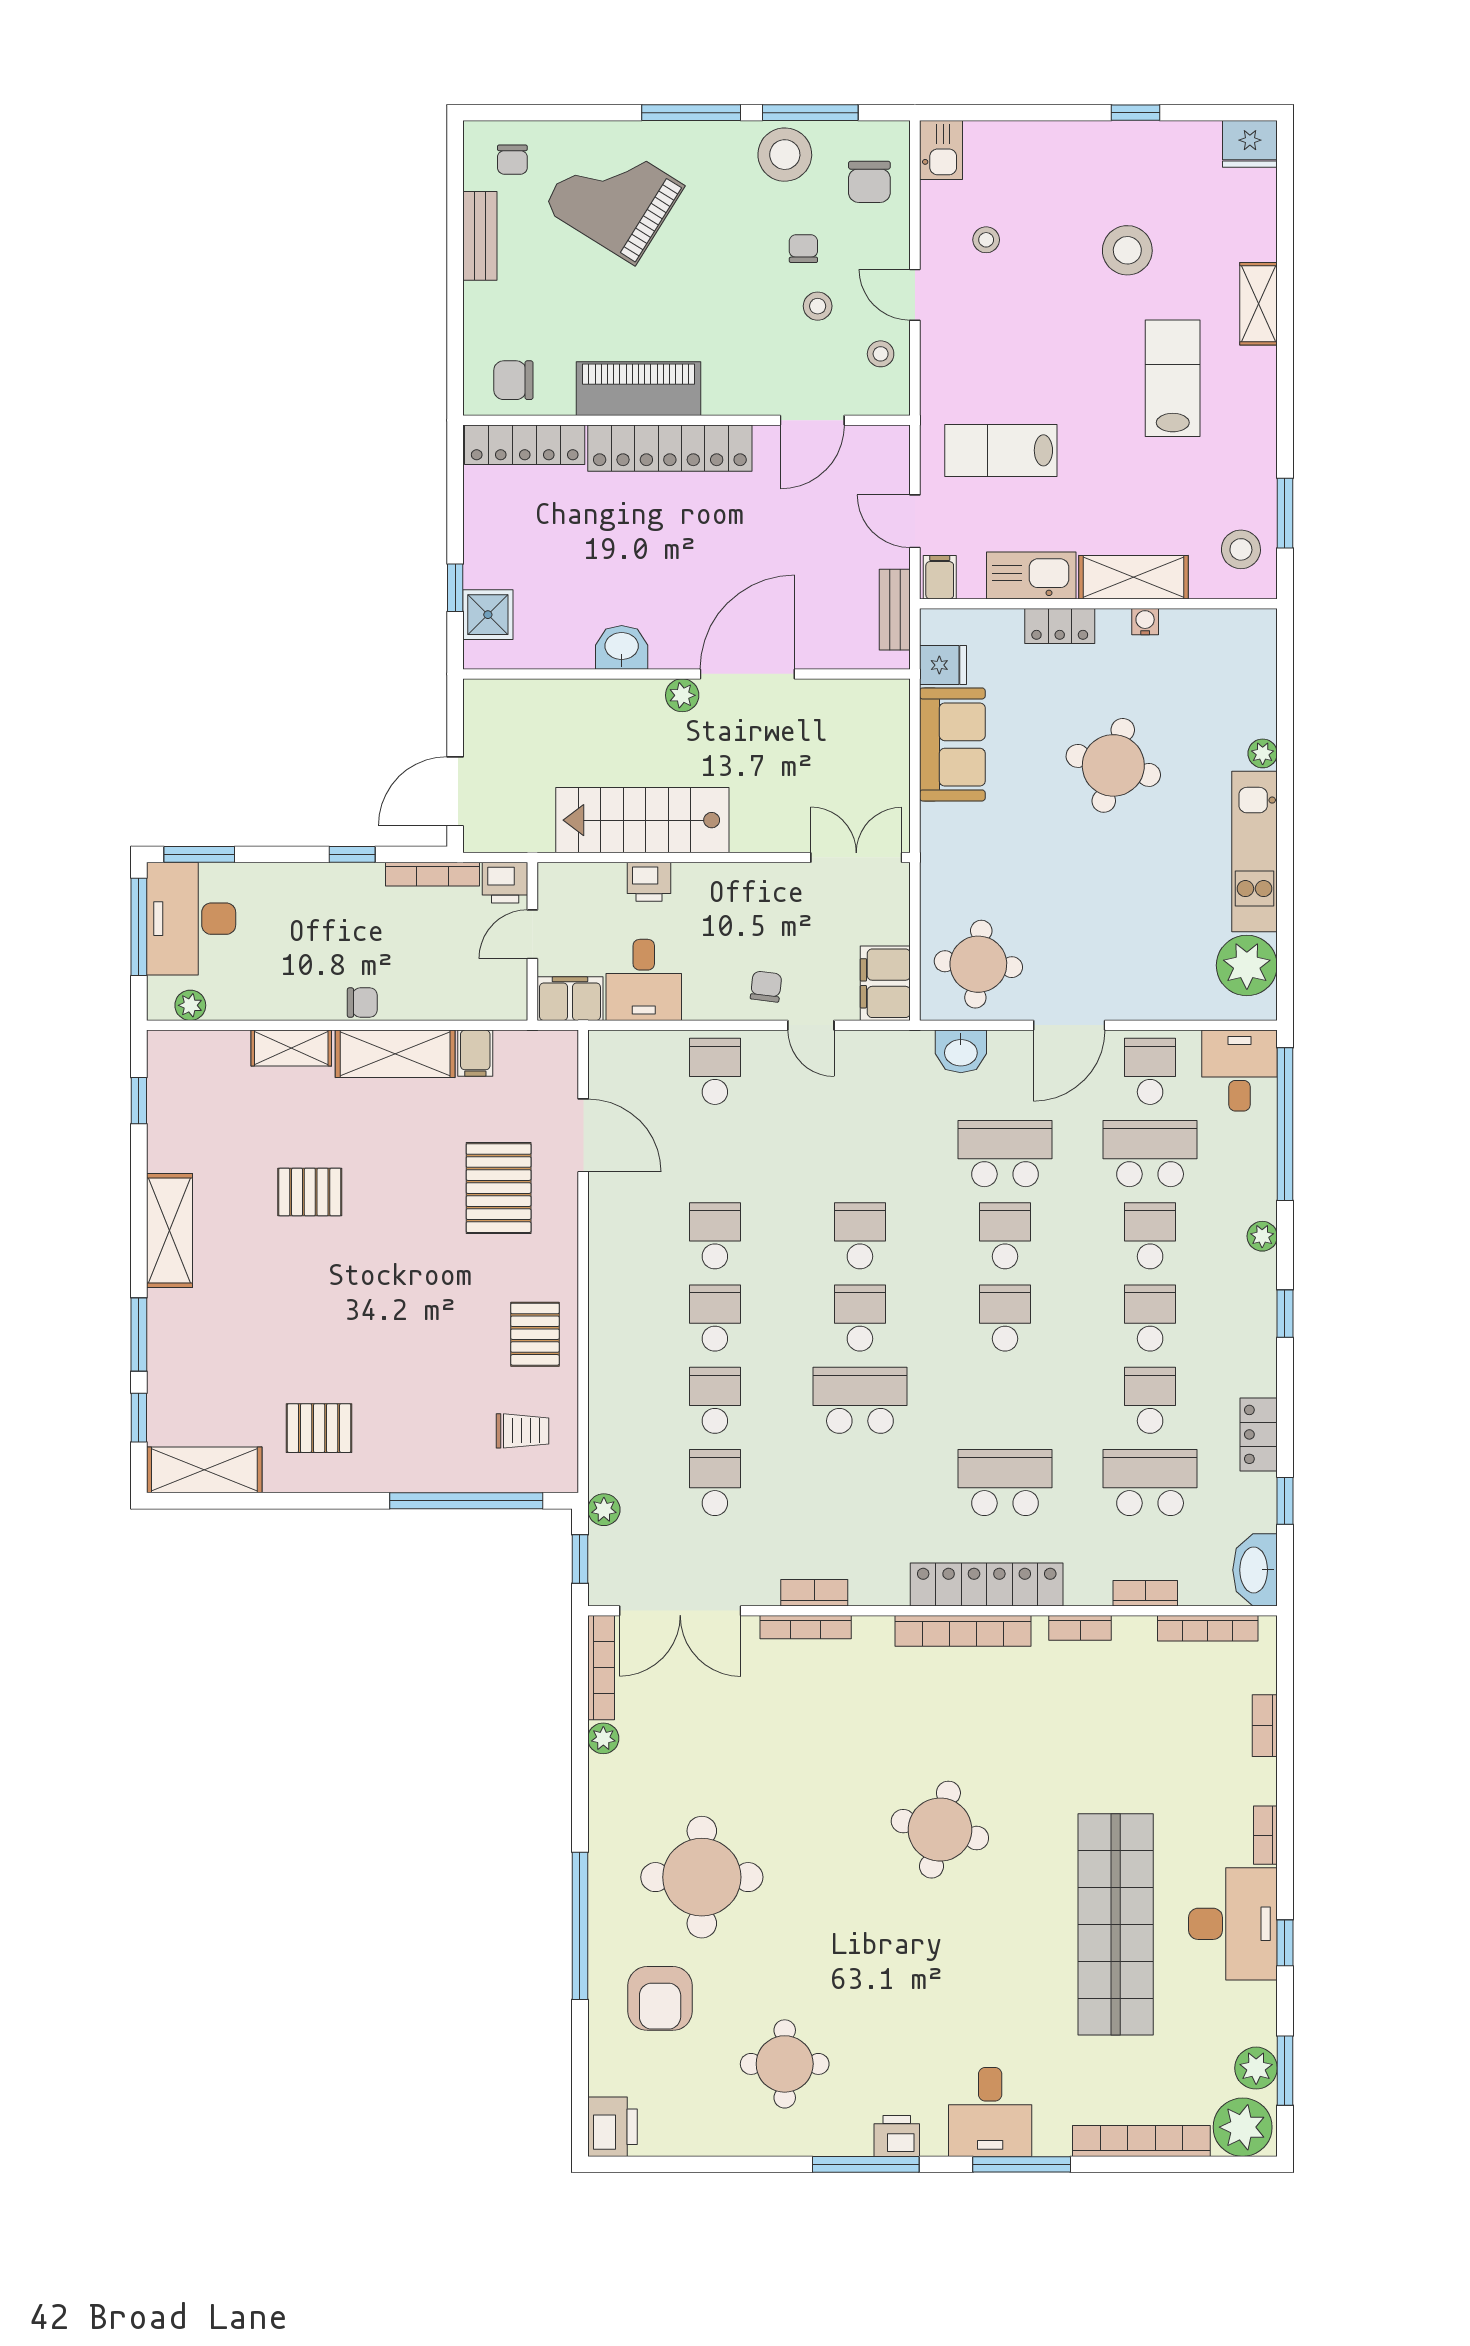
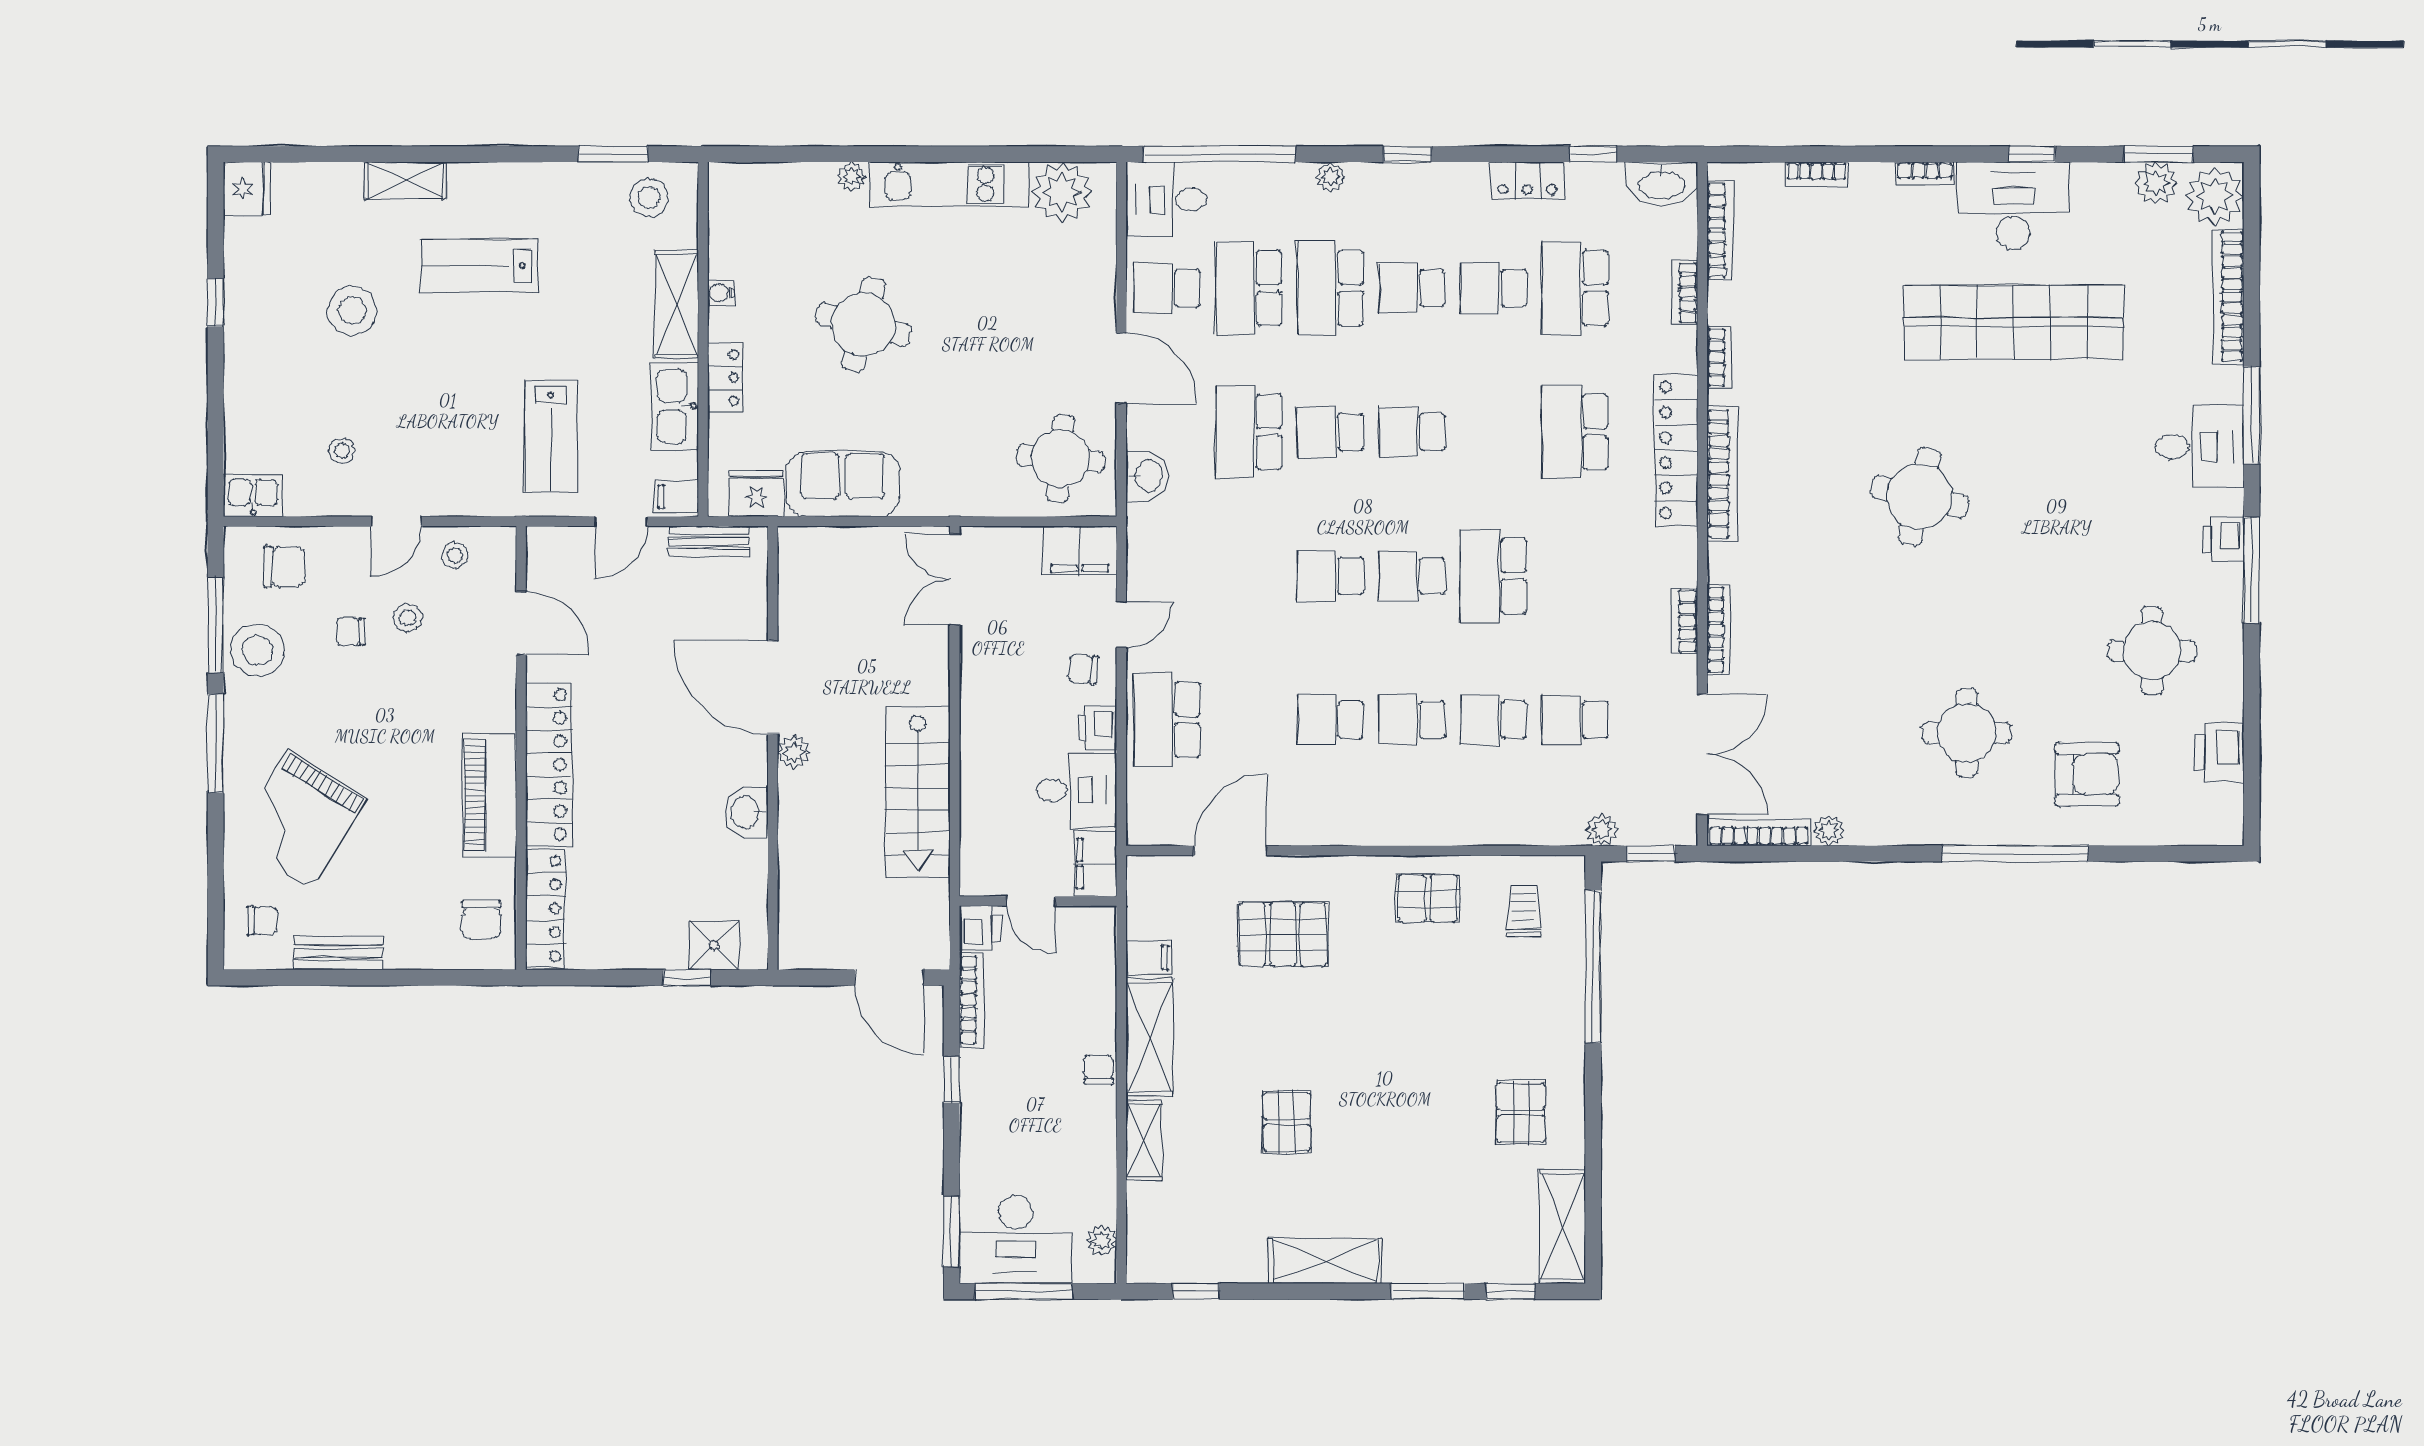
fridge: (943, 665) -> (756, 493), width x1.38
printer: (649, 882) -> (1097, 728), moved, turned 180
school desk: (715, 1071) -> (1167, 720), width x1.85
school desk: (1150, 1236) -> (1330, 288), width x1.85
round table: (702, 1877) -> (1967, 733), width x0.73, depth x0.73
printer: (612, 2127) -> (2219, 752), moved, turned -90

